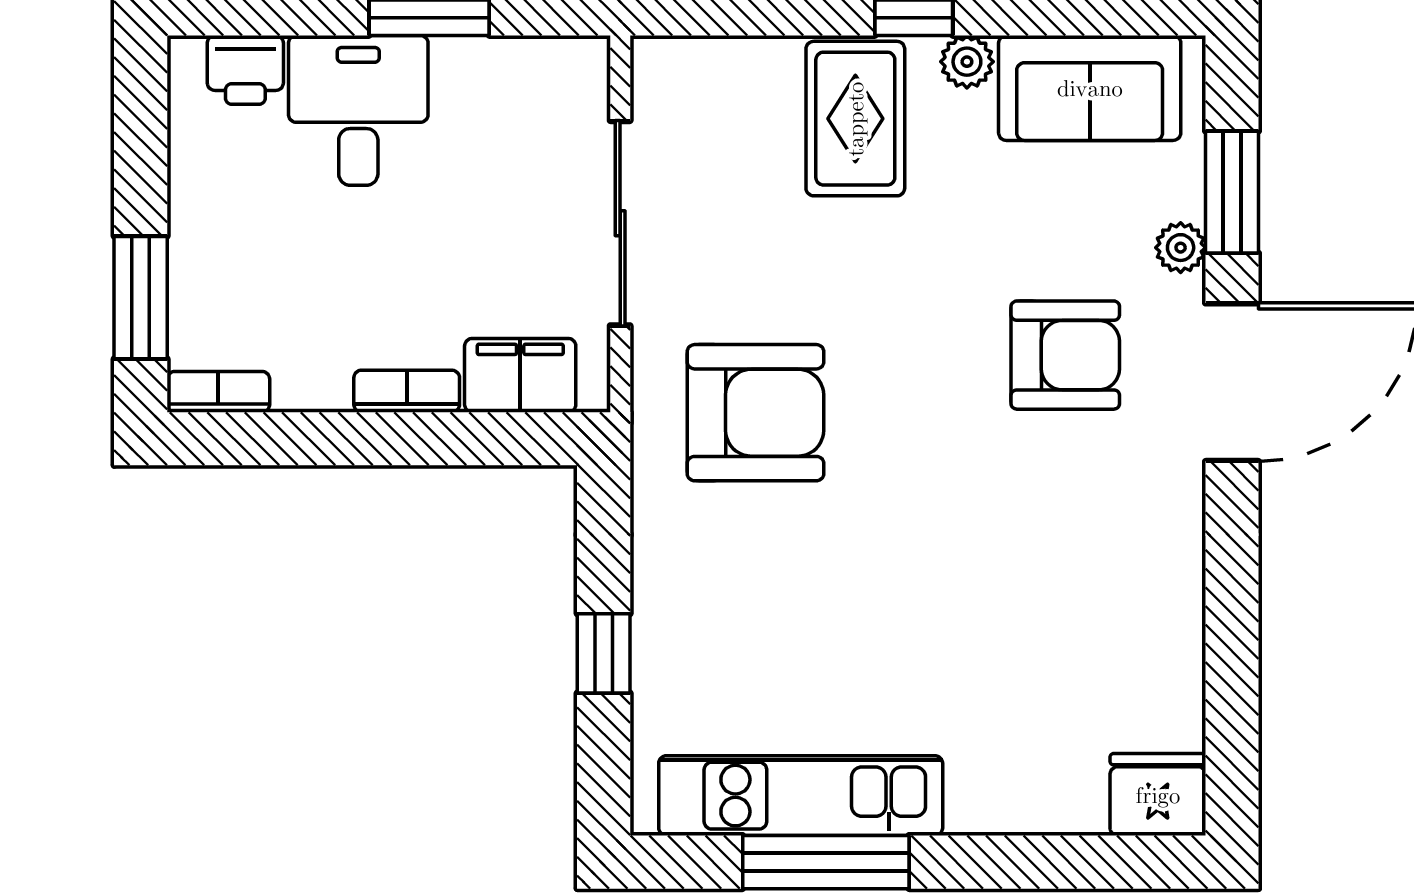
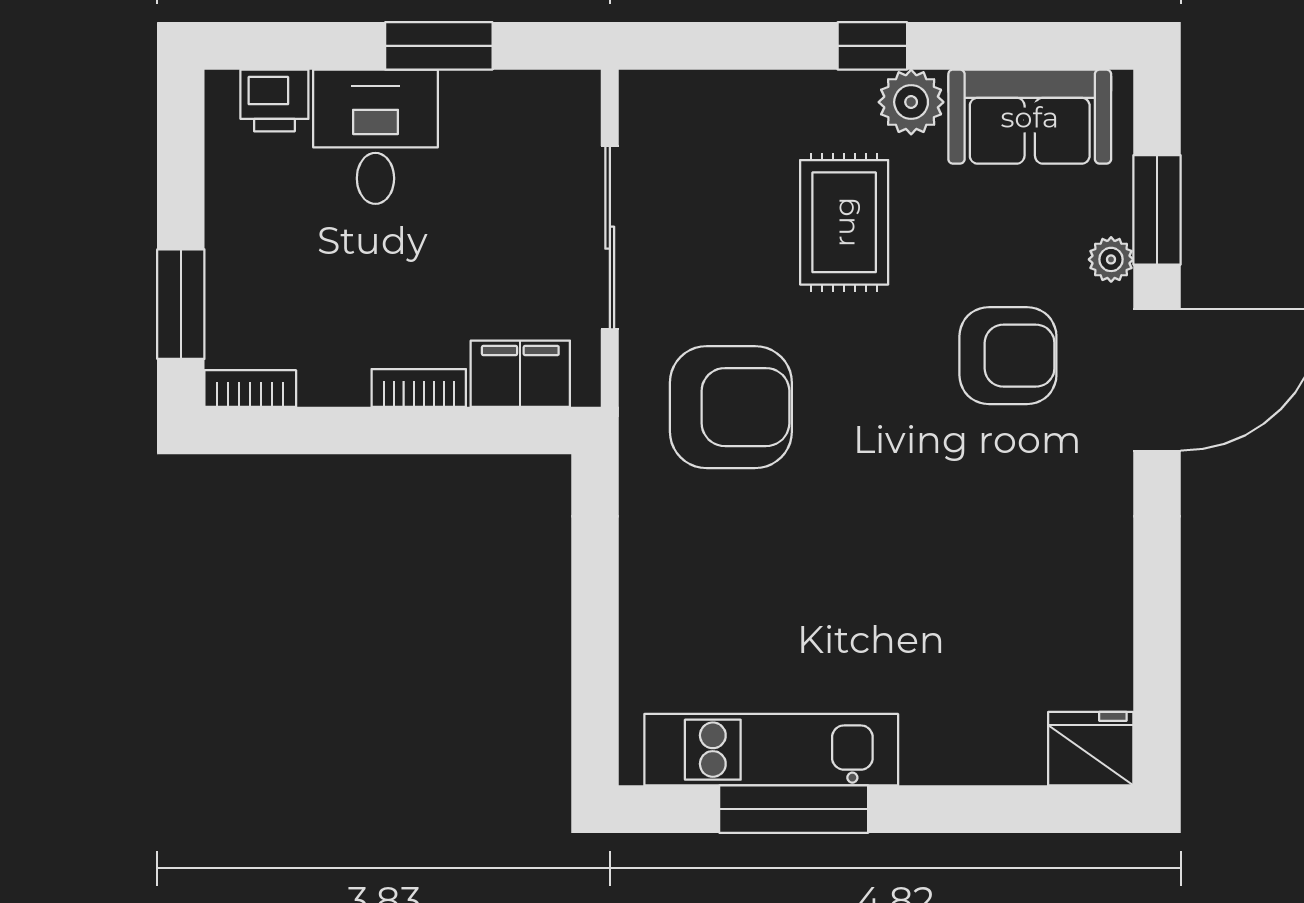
plant: (967, 62) -> (911, 102), width x1.38, depth x1.38
rug: (855, 119) -> (844, 222), moved
window: (604, 653) -> (595, 622), removed

